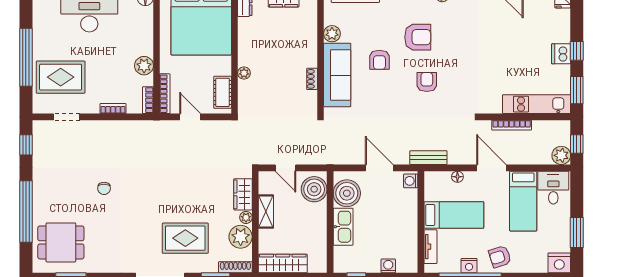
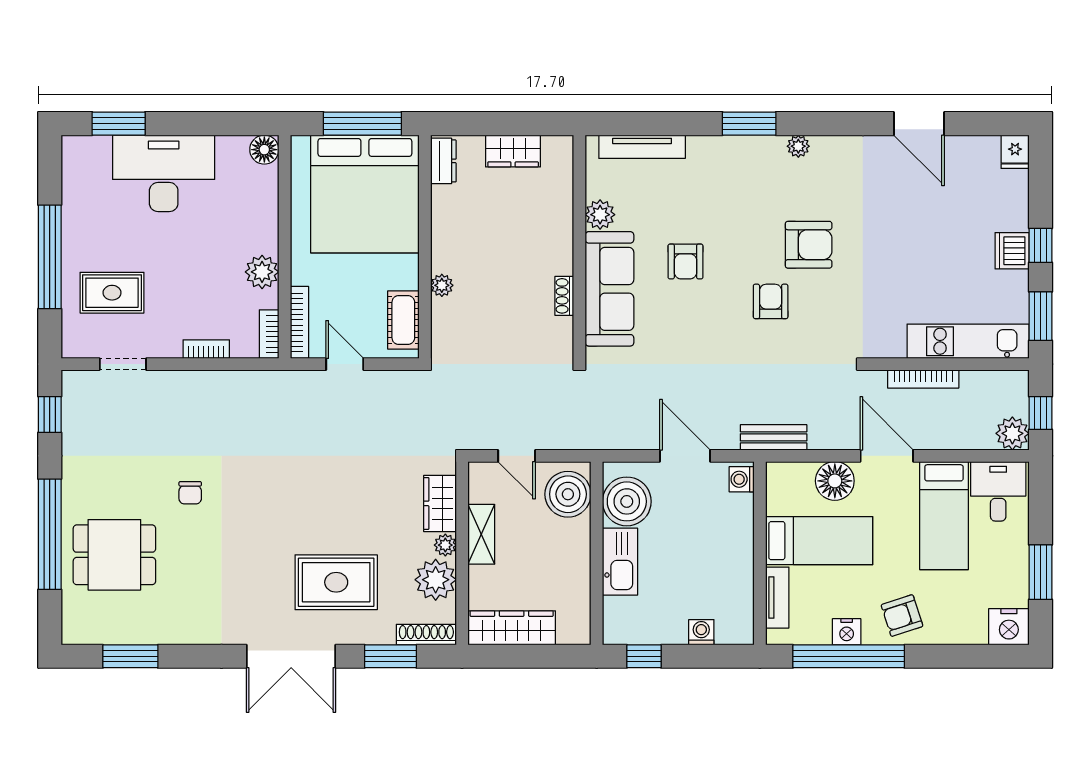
armchair: (418, 37) -> (809, 245), moved
rug: (61, 77) -> (112, 293), width x0.73, depth x0.70
floor lamp: (457, 177) -> (835, 481), width x1.89, depth x1.89
dining table: (61, 242) -> (114, 555), moved

